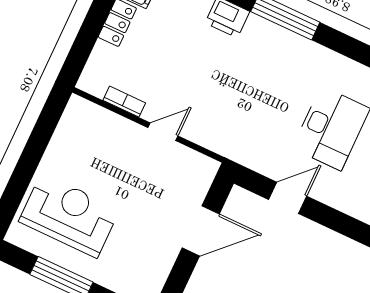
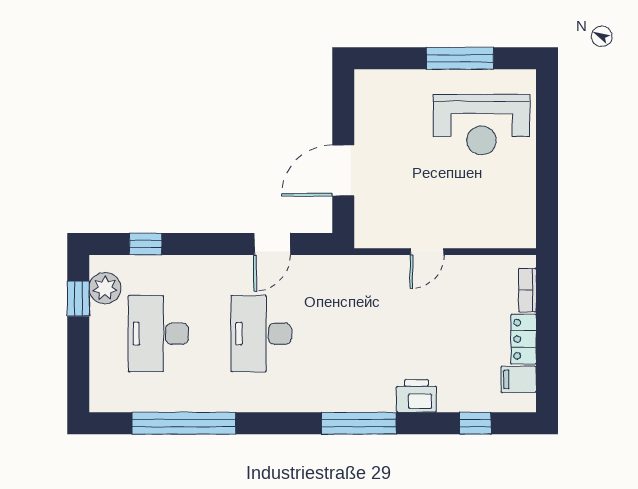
bookcase: (124, 102) -> (527, 290), moved, turned 90

